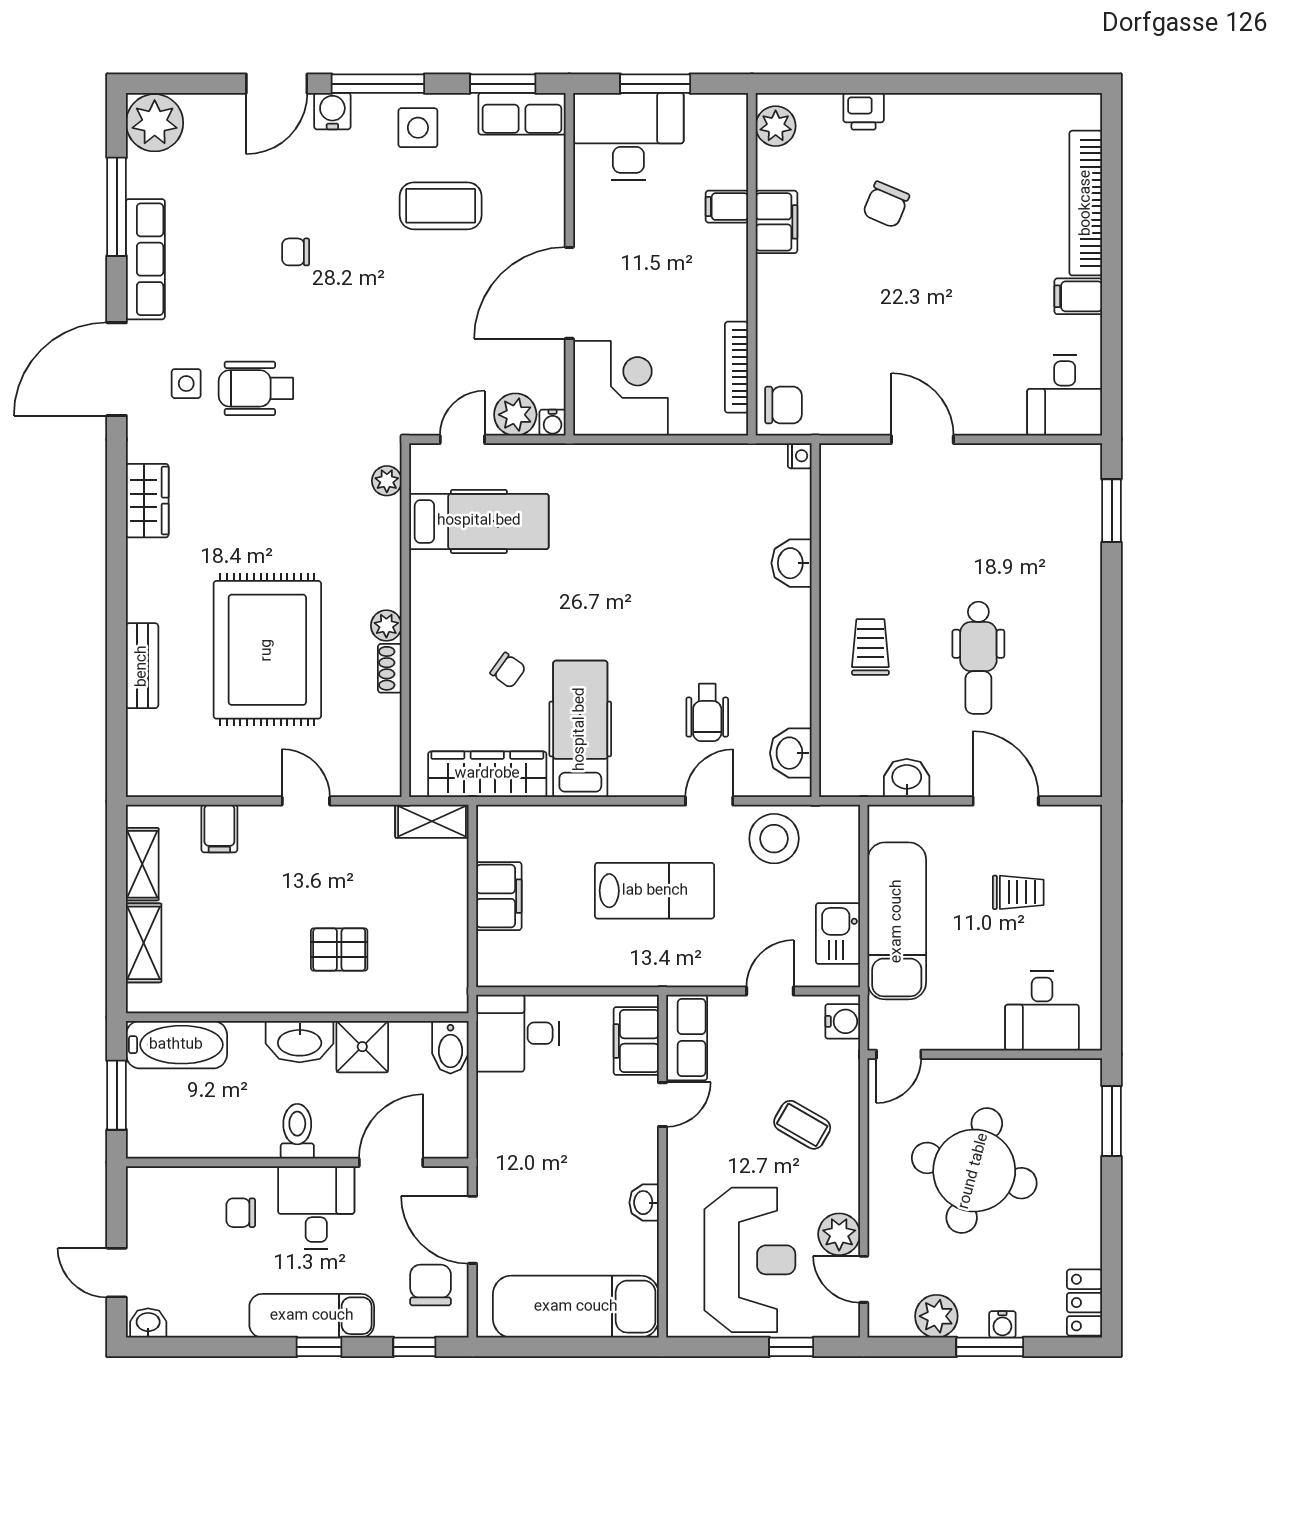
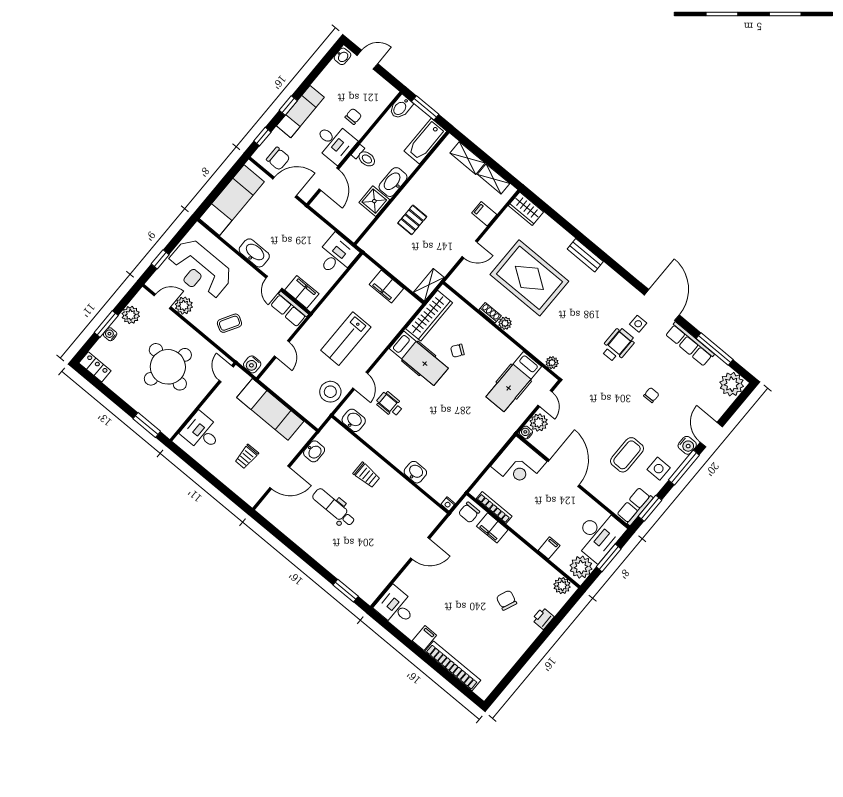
plant: (713, 120) -> (581, 567), added
filing cabinet: (776, 222) -> (492, 528), moved
wardrobe: (147, 501) -> (526, 209), moved
bench: (142, 666) -> (585, 255), moved
kitchen sink: (838, 934) -> (282, 387), removed
bidet: (450, 1047) -> (401, 107), moved, turned -90
washbasin: (644, 1203) -> (254, 253), width x1.91, depth x1.45

